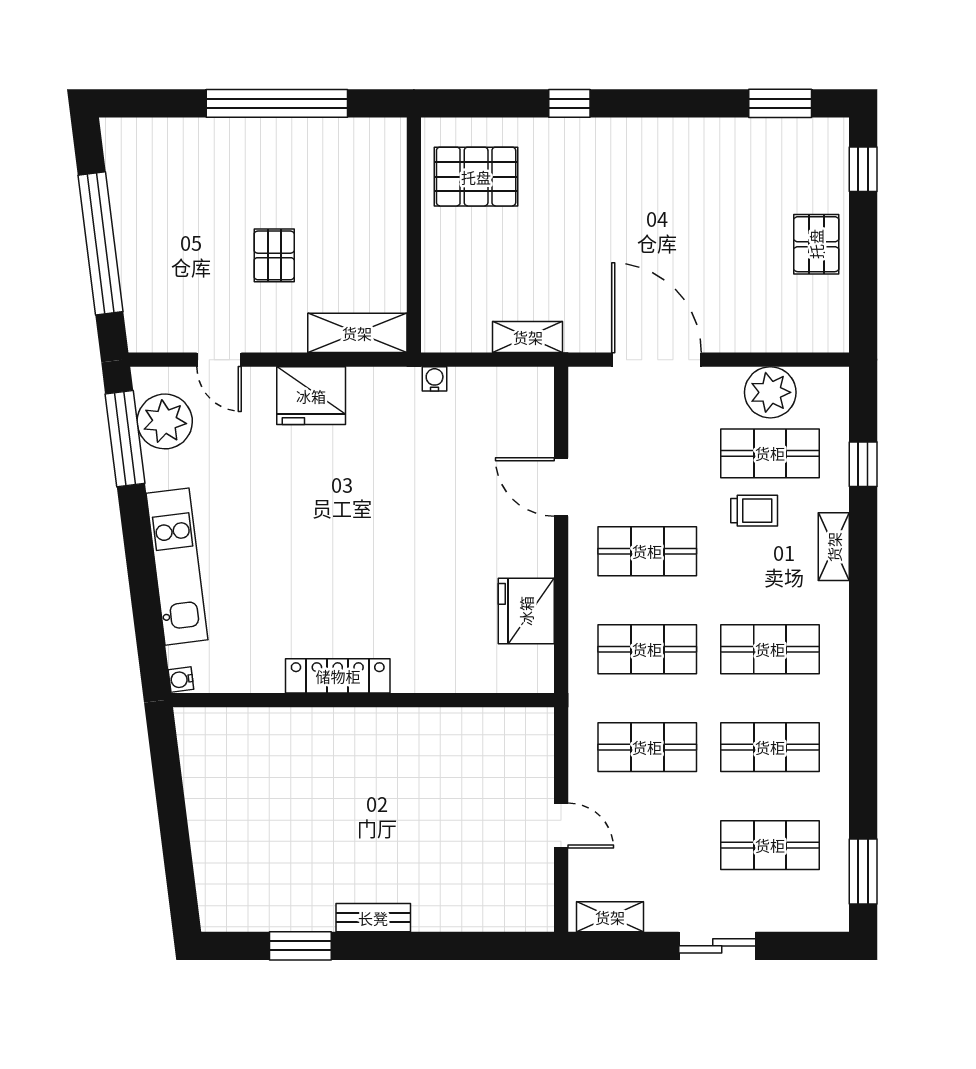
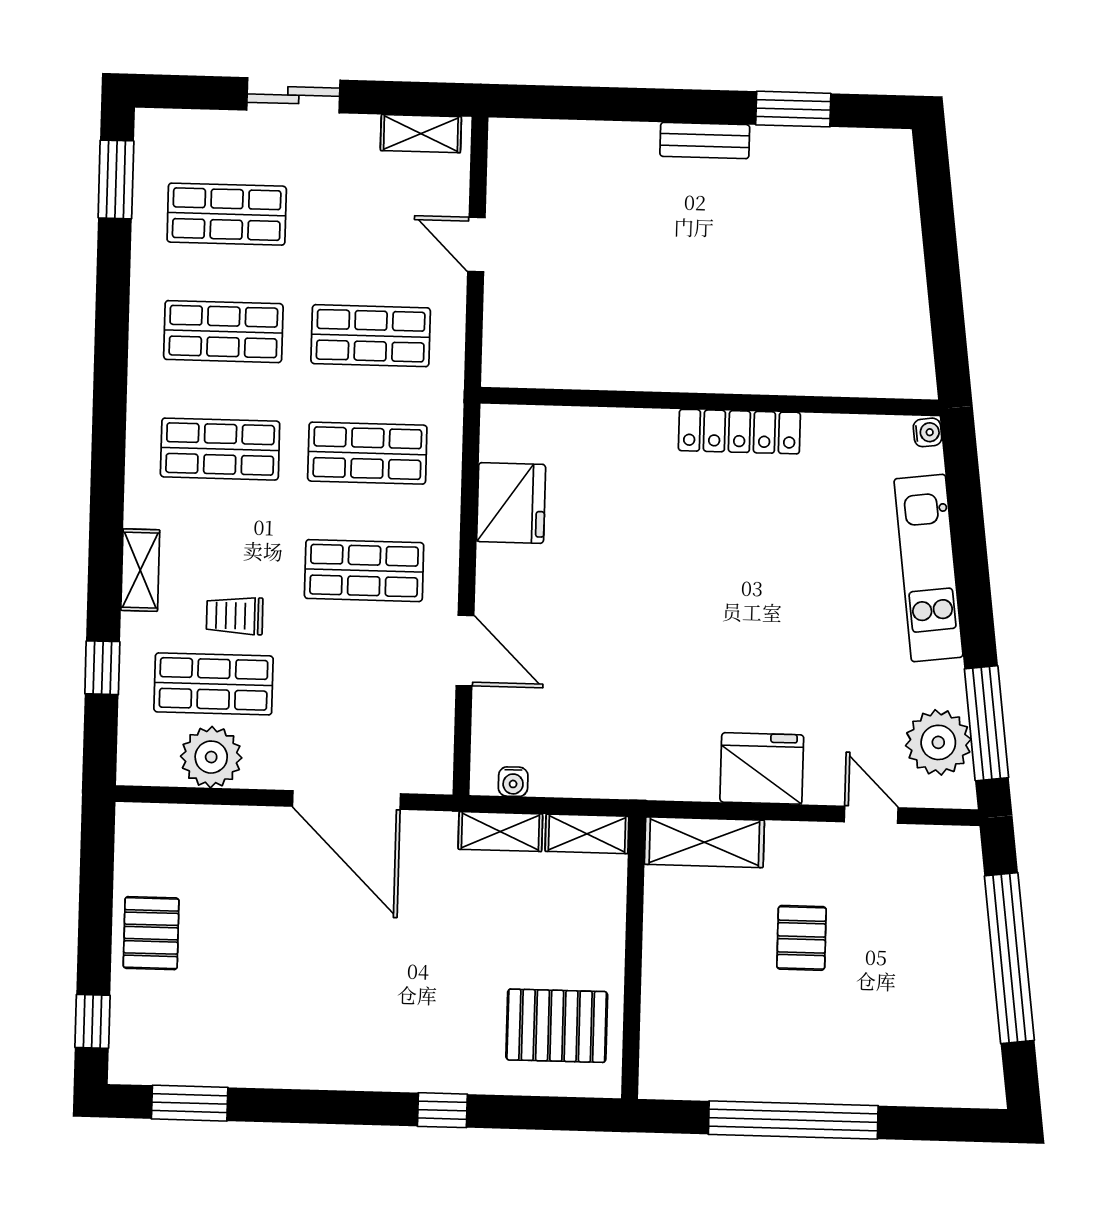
shelving: (455, 337) -> (587, 834), added
water cooler: (435, 379) -> (513, 782), moved

